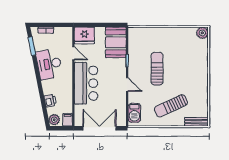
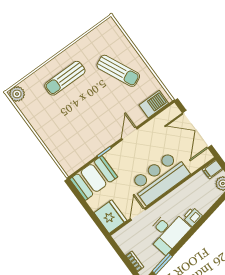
sun lounger: (157, 69) -> (65, 78), moved
printer: (50, 101) -> (192, 217), moved
bench: (196, 122) -> (115, 32), removed

